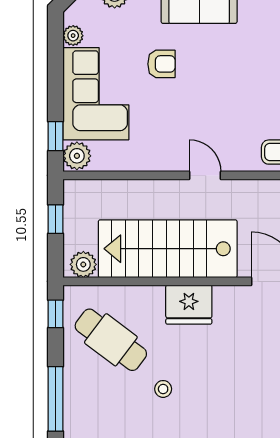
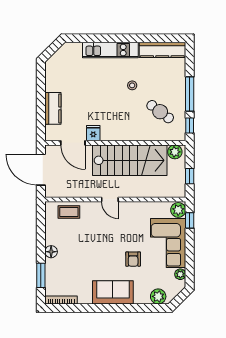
armchair: (161, 64) -> (133, 259), turned -90
fridge: (189, 305) -> (93, 133), moved, width x0.53, depth x0.75
cafe table: (111, 340) -> (160, 112), width x0.73, depth x0.74
window: (56, 399) -> (190, 94), moved

